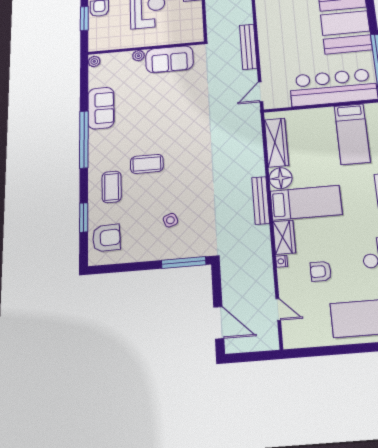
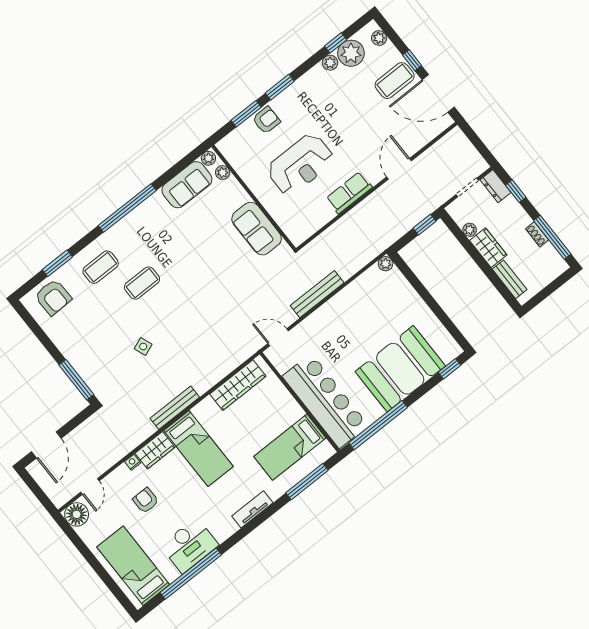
plant: (138, 56) -> (223, 173), moved
sofa: (101, 108) -> (187, 185), moved
coffee table: (147, 164) -> (142, 283), turned 90
floor lamp: (281, 178) -> (77, 514), moved
side table: (170, 220) -> (143, 347), moved

